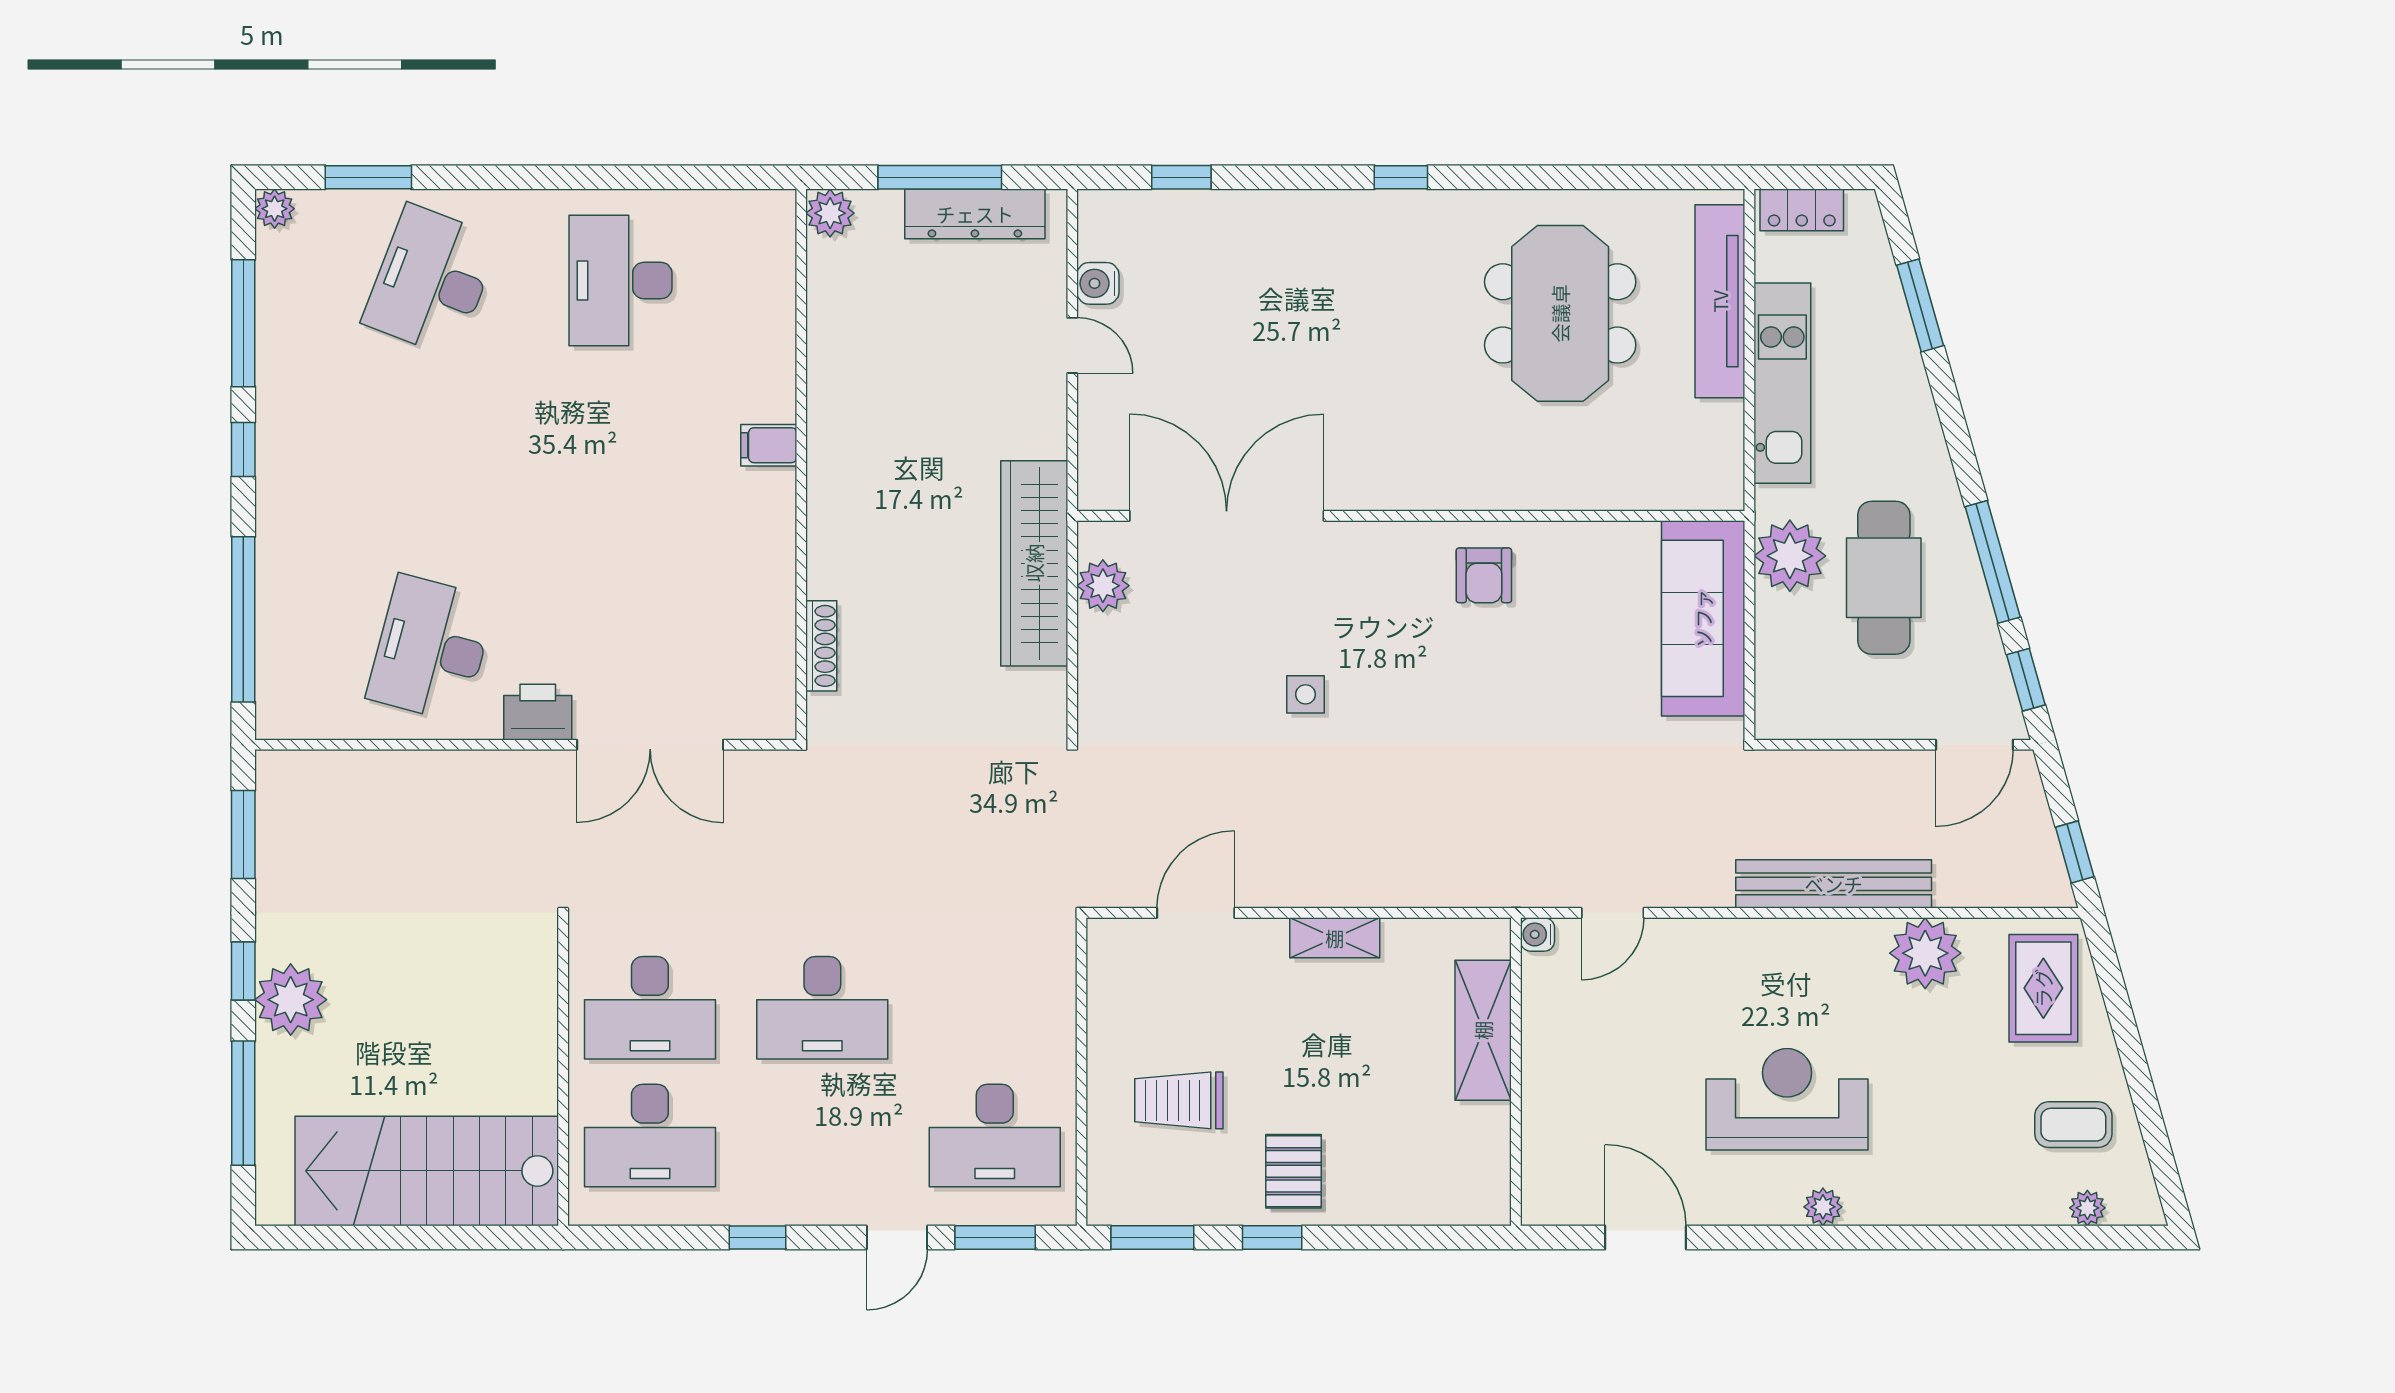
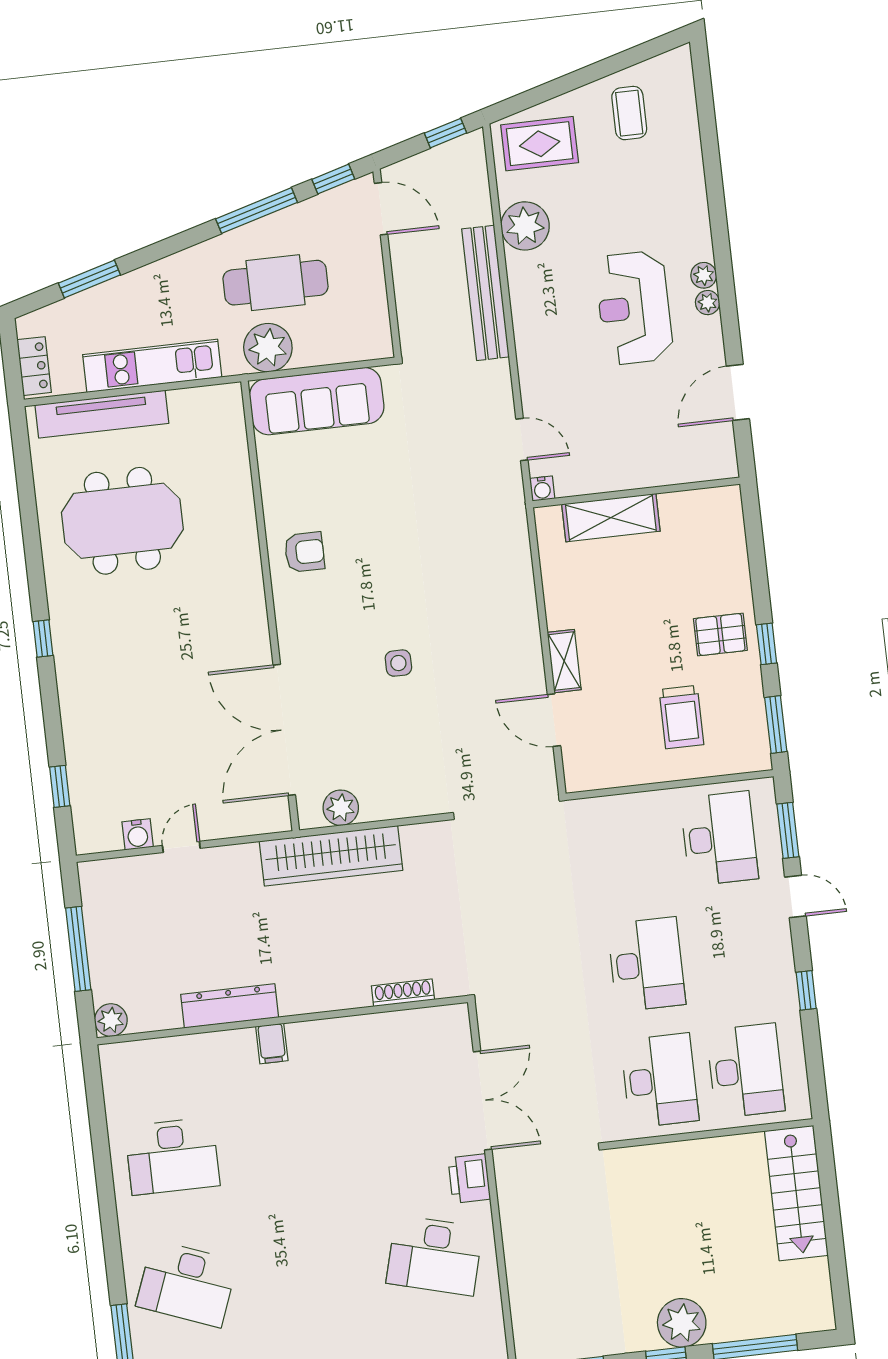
dresser: (975, 214) -> (230, 1006), moved, turned -90
shelving: (1335, 938) -> (564, 661), moved
stairs: (427, 1171) -> (796, 1193), width x0.73, depth x0.66
plant: (2087, 1208) -> (708, 303), moved

